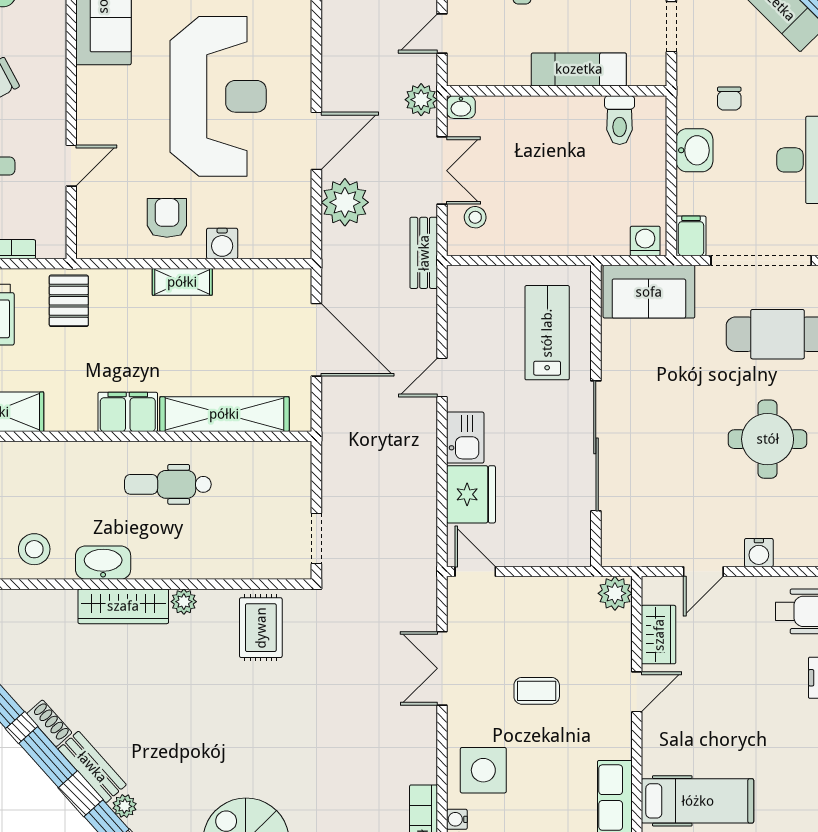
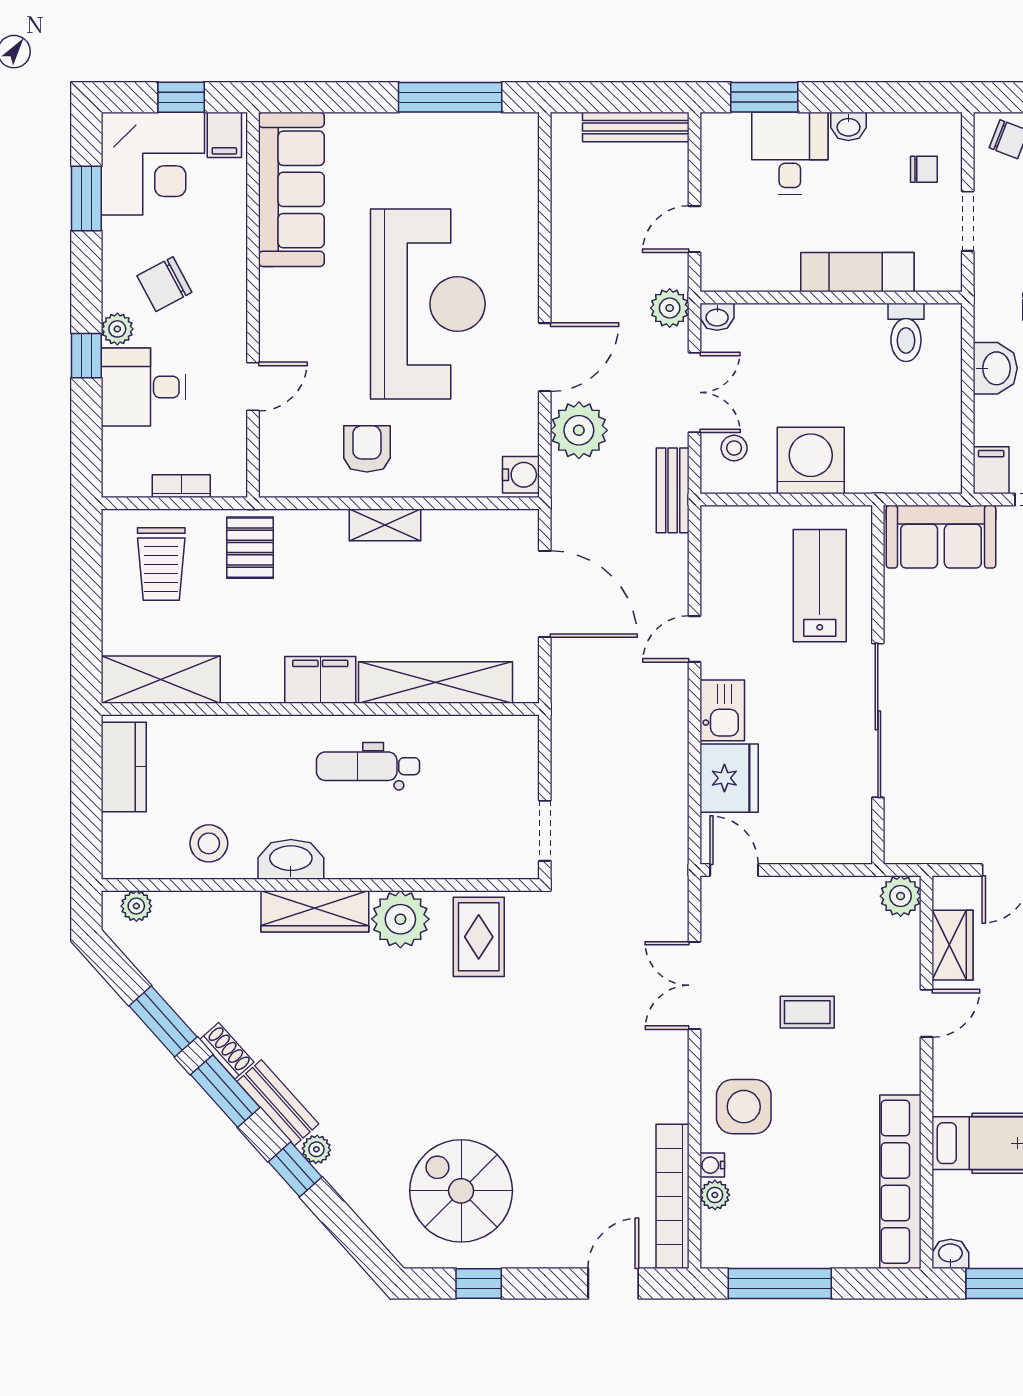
washing machine: (645, 241) -> (811, 461), moved, width x1.89, depth x1.89
water cooler: (222, 244) -> (521, 475), moved, turned -90
plant: (184, 602) -> (400, 919), width x1.88, depth x1.88

